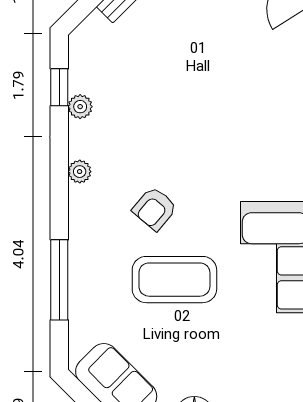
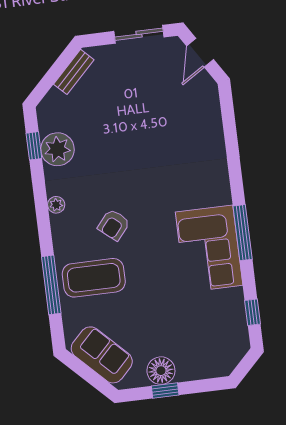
plant: (80, 107) -> (57, 149), width x1.87, depth x1.87
coffee table: (174, 280) -> (94, 278), moved

